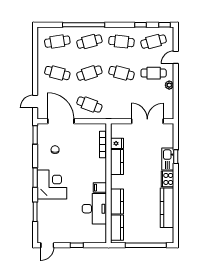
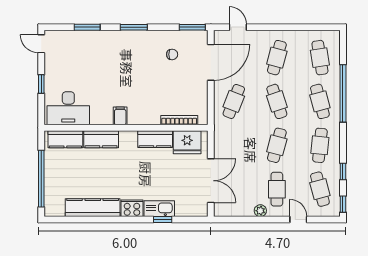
fridge: (117, 143) -> (187, 142), width x1.88, depth x1.34
corner desk: (52, 184) -> (124, 50), removed
desk: (94, 209) -> (68, 108), moved

